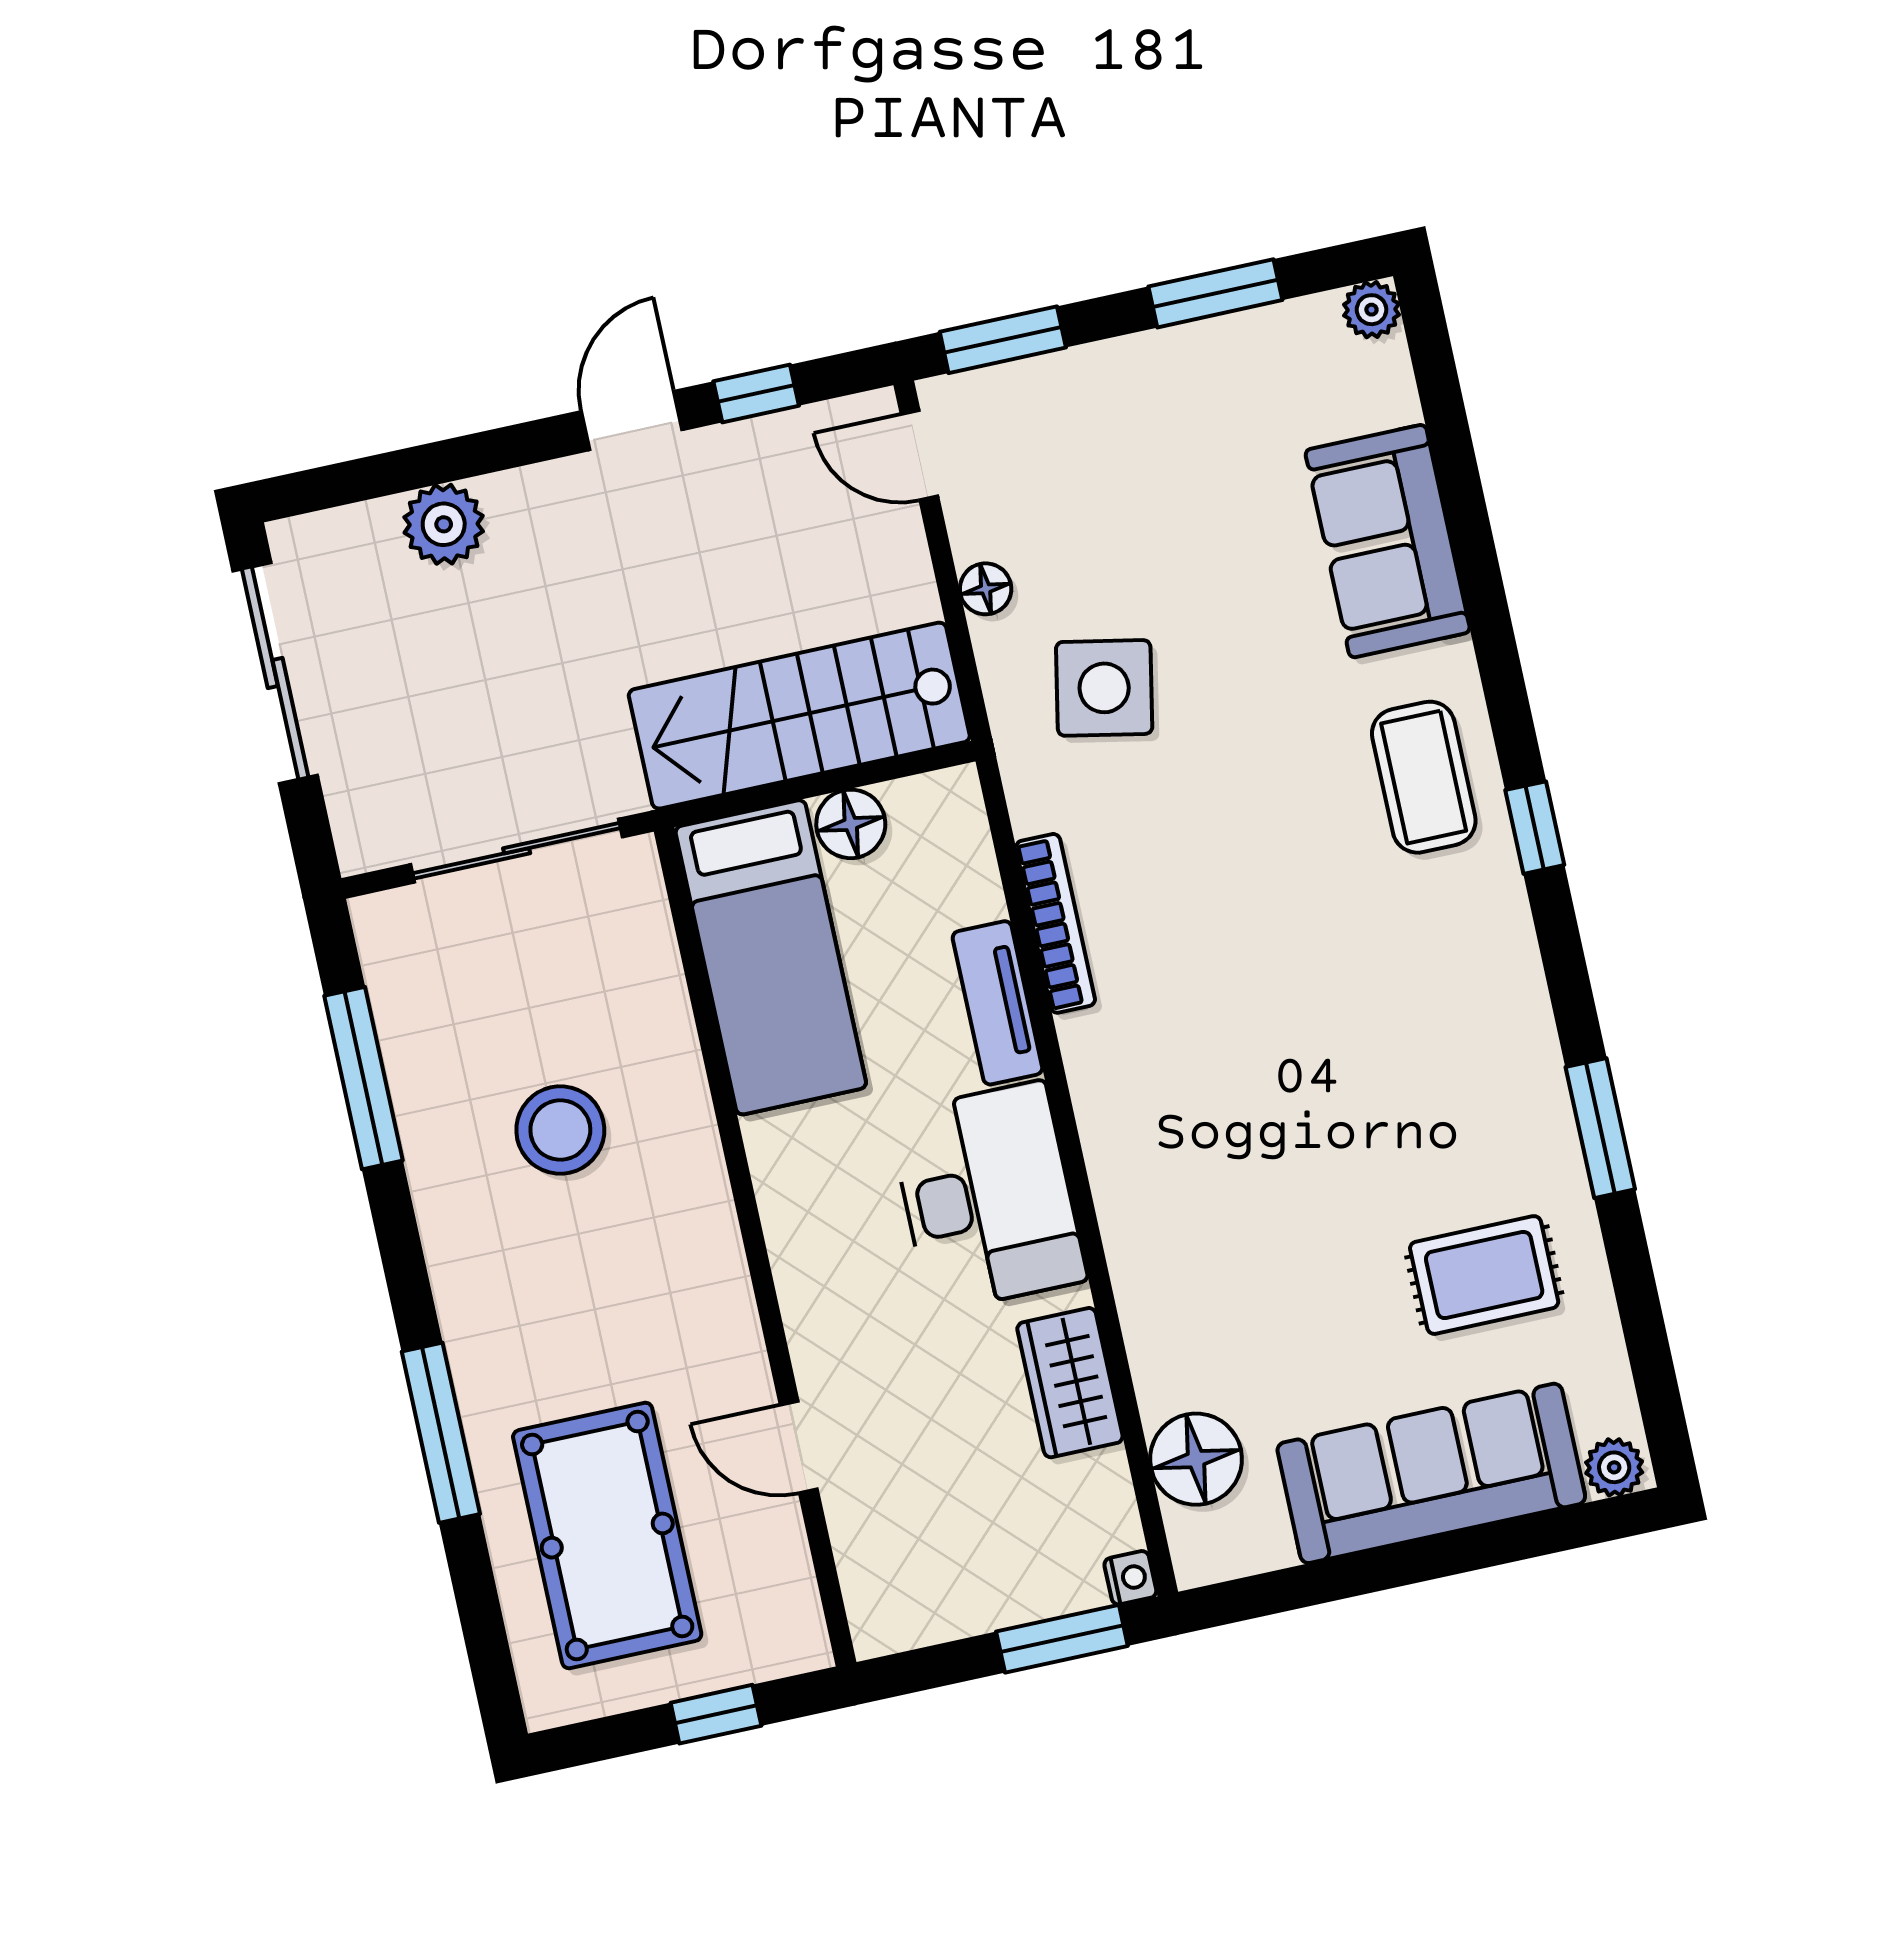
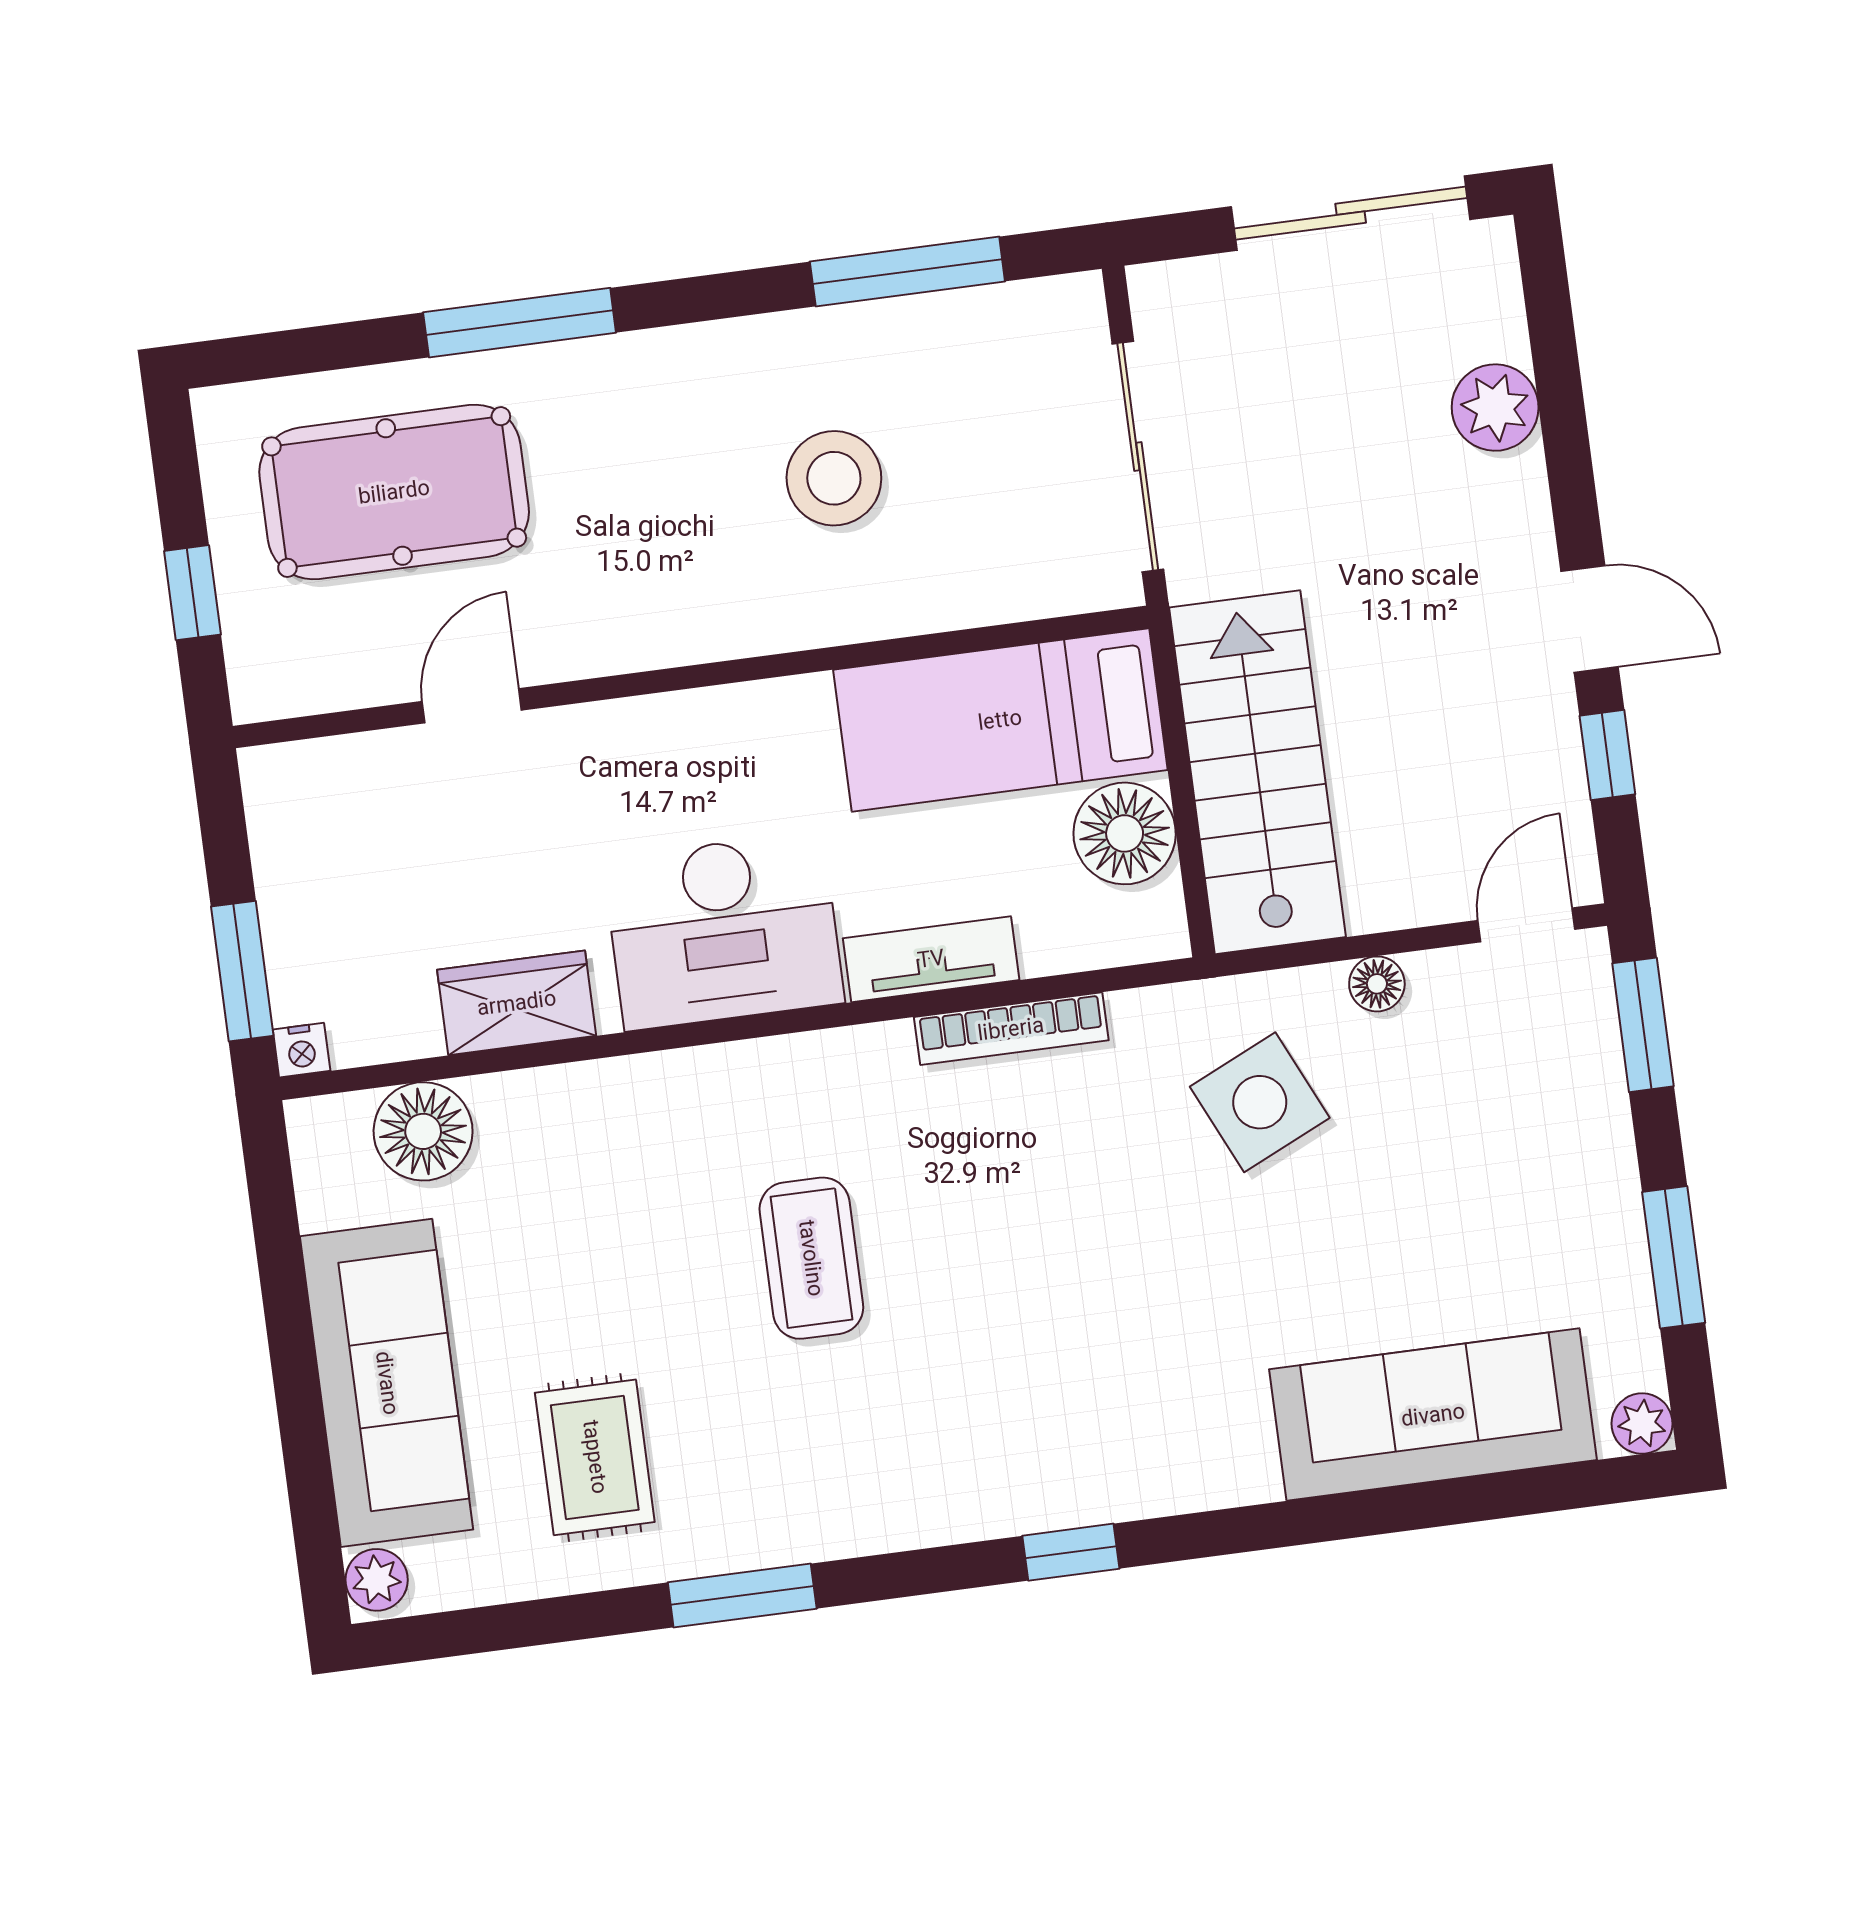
sofa: (1388, 541) -> (1433, 1415), width x1.36
side table: (1104, 688) -> (1260, 1102), turned -36
coffee table: (1424, 777) -> (811, 1258), moved, turned 90
floor lamp: (851, 824) -> (1125, 833), width x1.38, depth x1.38

